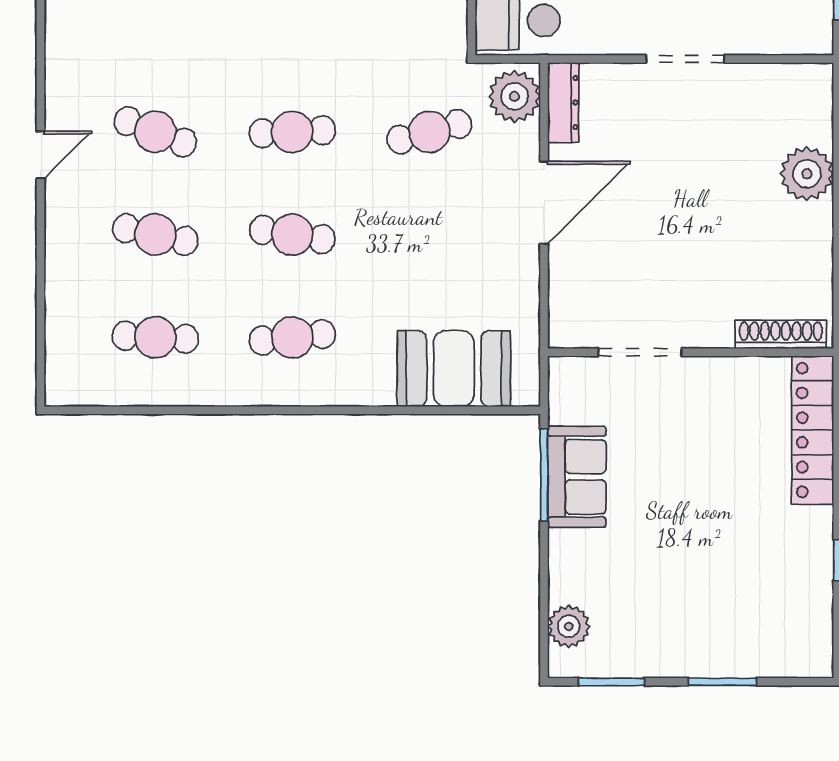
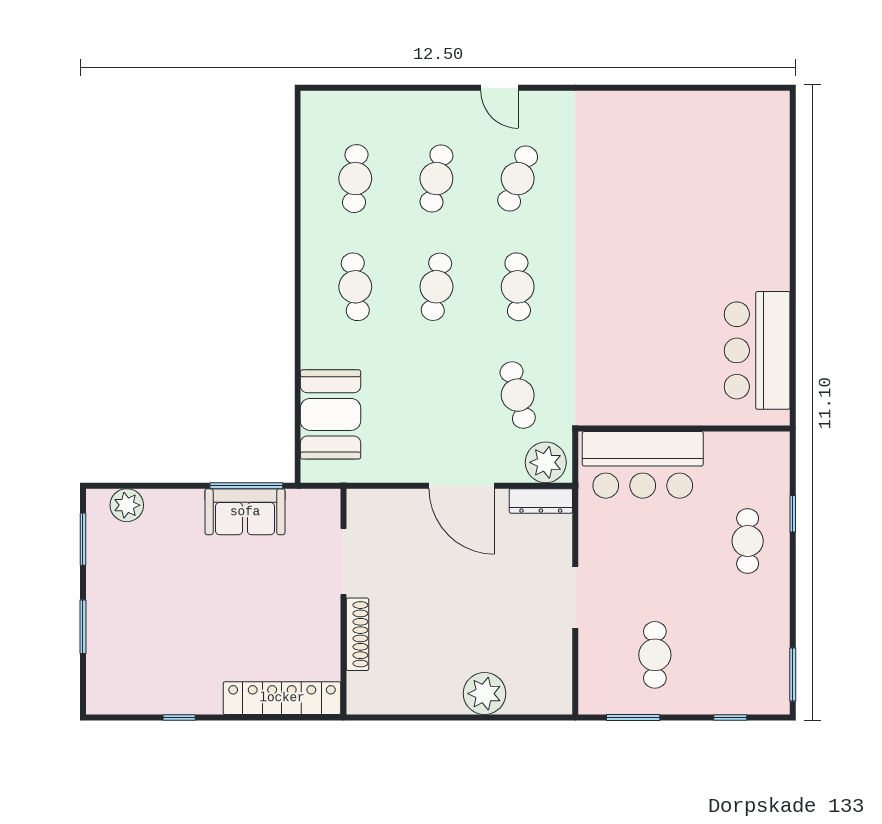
shoe rack: (781, 334) -> (358, 634), moved

